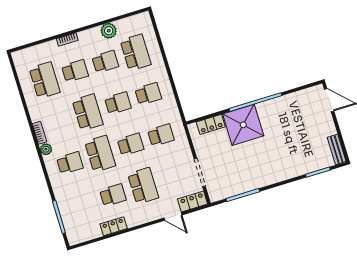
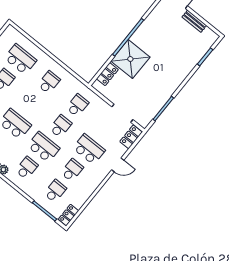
school desk: (118, 103) -> (55, 191), moved
bench: (337, 149) -> (194, 21), moved
door: (173, 216) -> (118, 165), moved
locker: (114, 226) -> (68, 215), moved

